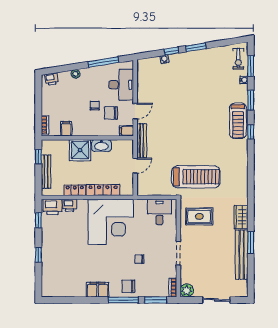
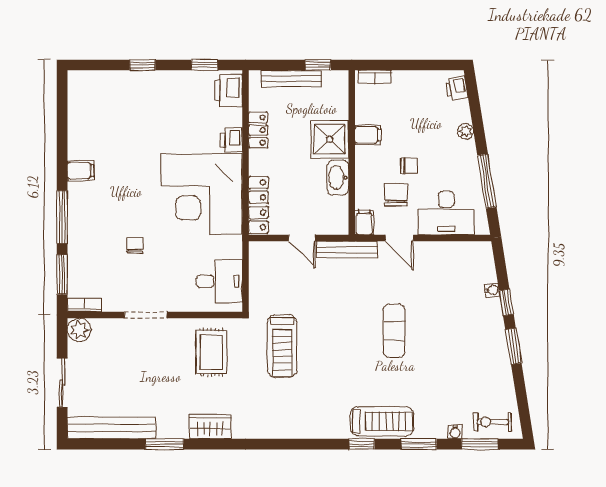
exercise mat: (187, 114) -> (394, 331), added
treadmill: (238, 121) -> (382, 421), turned 180
filing cabinet: (66, 129) -> (368, 135), moved
treadmill: (196, 177) -> (282, 346), width x0.73, depth x0.73
locker: (103, 190) -> (258, 205), moved
printer: (70, 205) -> (231, 140), moved
bench: (242, 255) -> (112, 428), moved
chair: (128, 286) -> (87, 226), removed
filing cabinet: (98, 290) -> (81, 171), width x0.50

